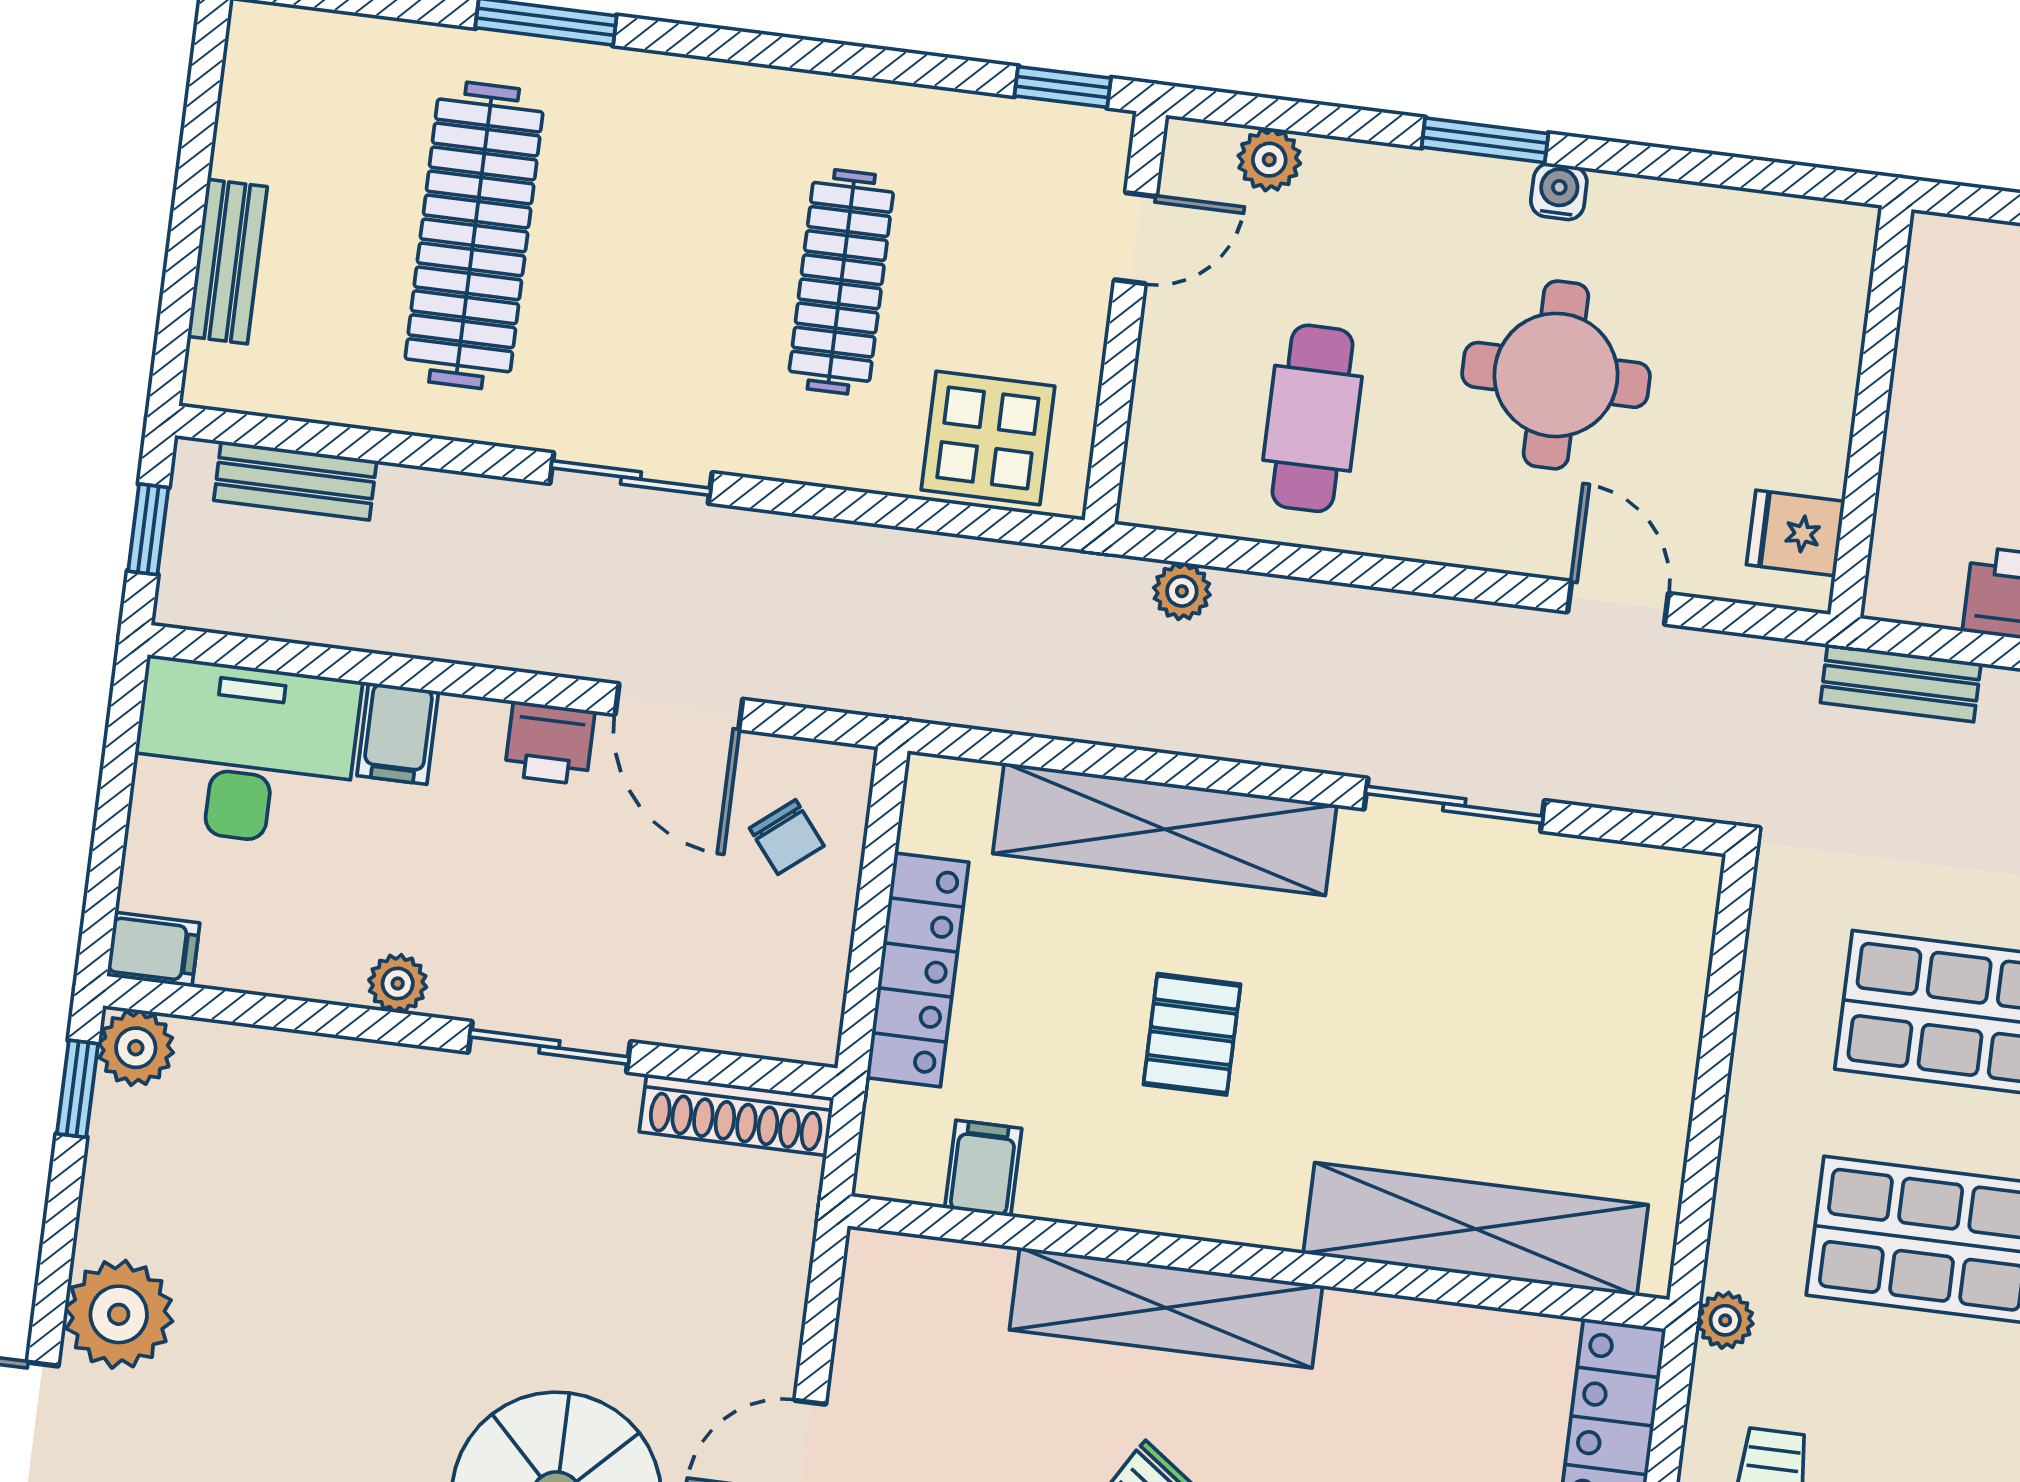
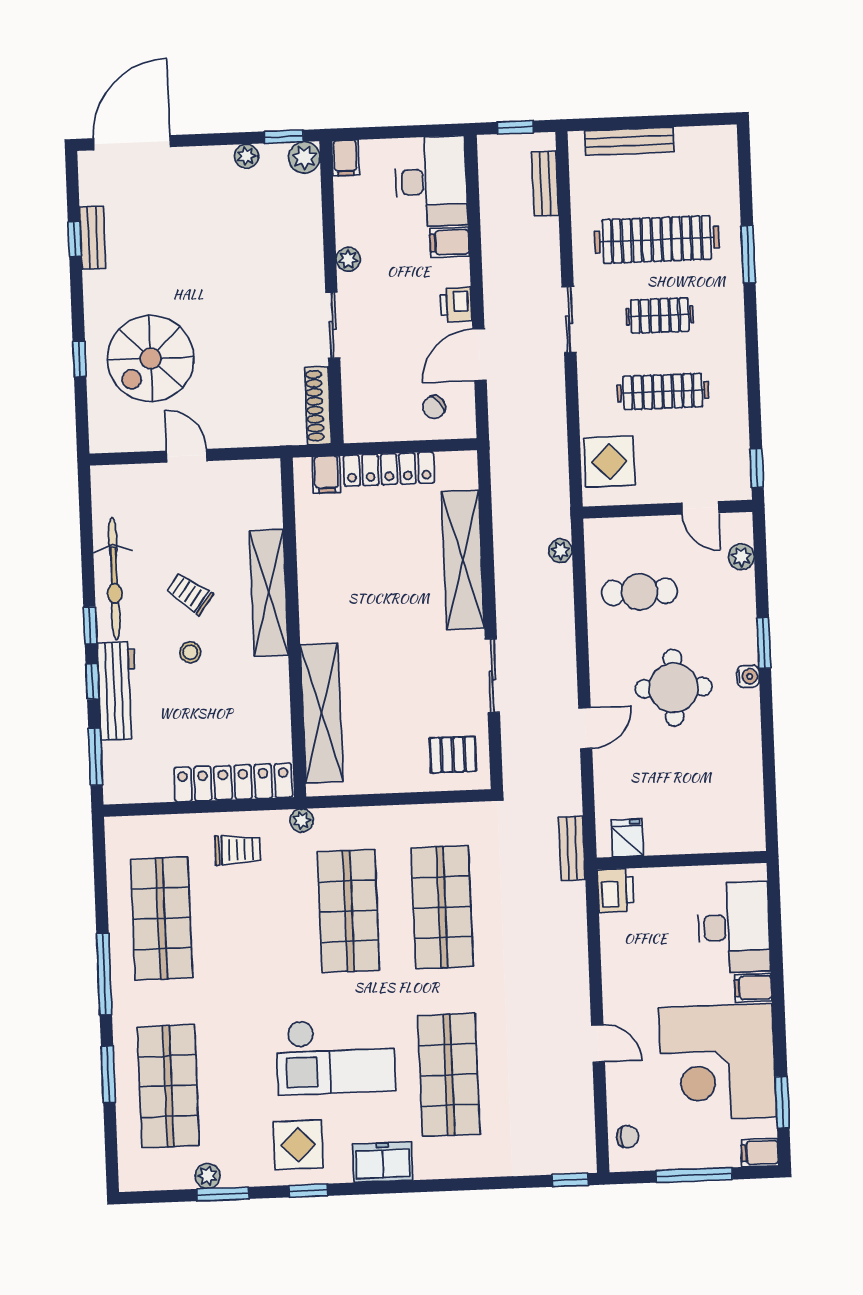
clothes rail: (658, 259) -> (660, 316), added
bench: (227, 262) -> (629, 141), width x1.36
wall: (1871, 412) -> (682, 860), moved
fridge: (1796, 533) -> (627, 838), moved
pallet: (1192, 1034) -> (453, 755), moved
filing cabinet: (983, 1168) -> (326, 474), moved, turned 90
plant: (119, 1314) -> (246, 156), moved, width x0.53, depth x0.53

